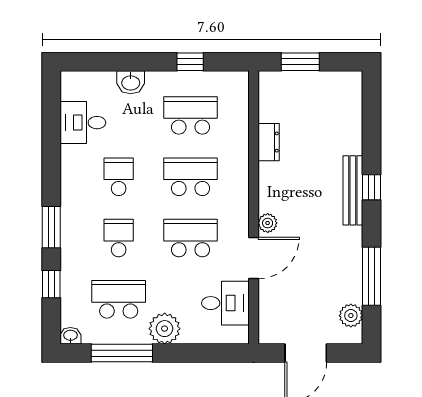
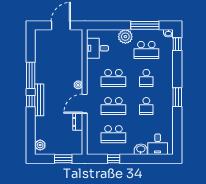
desk: (83, 123) -> (158, 144), moved, turned 90
window: (51, 227) -> (177, 97), moved
door: (254, 258) -> (85, 104), moved
window: (371, 276) -> (31, 75), moved
window: (51, 284) -> (177, 44), moved
plant: (351, 316) -> (40, 145), moved

